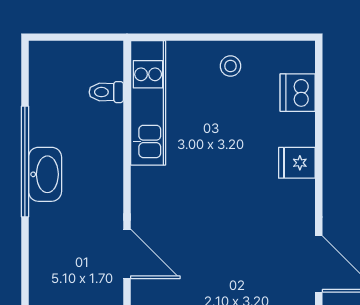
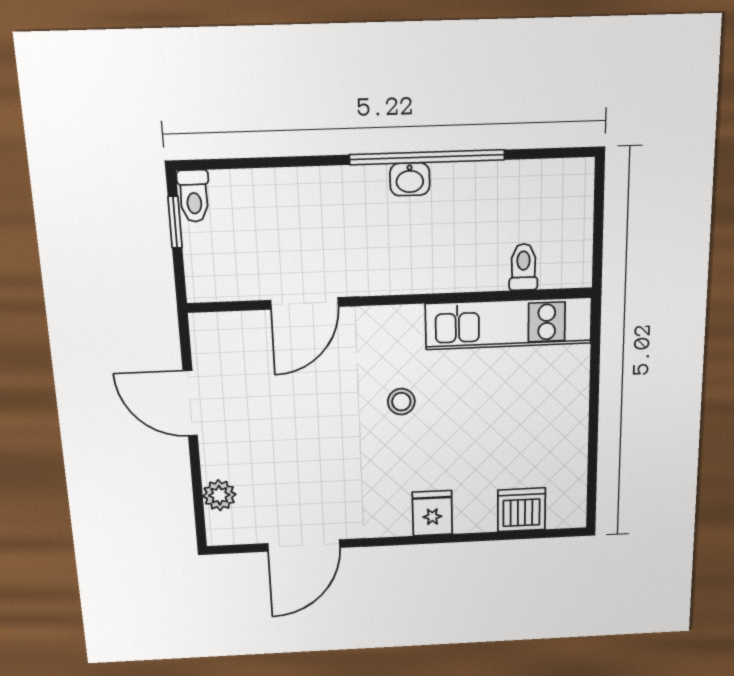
stool: (230, 66) -> (401, 402), moved
washbasin: (45, 174) -> (410, 179), width x0.52, depth x0.69

